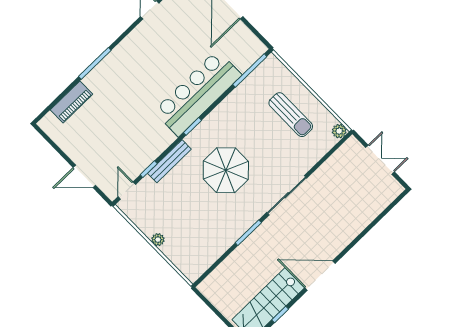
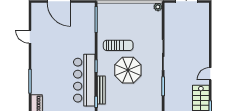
bar counter: (198, 93) -> (84, 80), moved
sun lounger: (291, 115) -> (118, 45), moved
door: (320, 276) -> (210, 74), width x0.53

